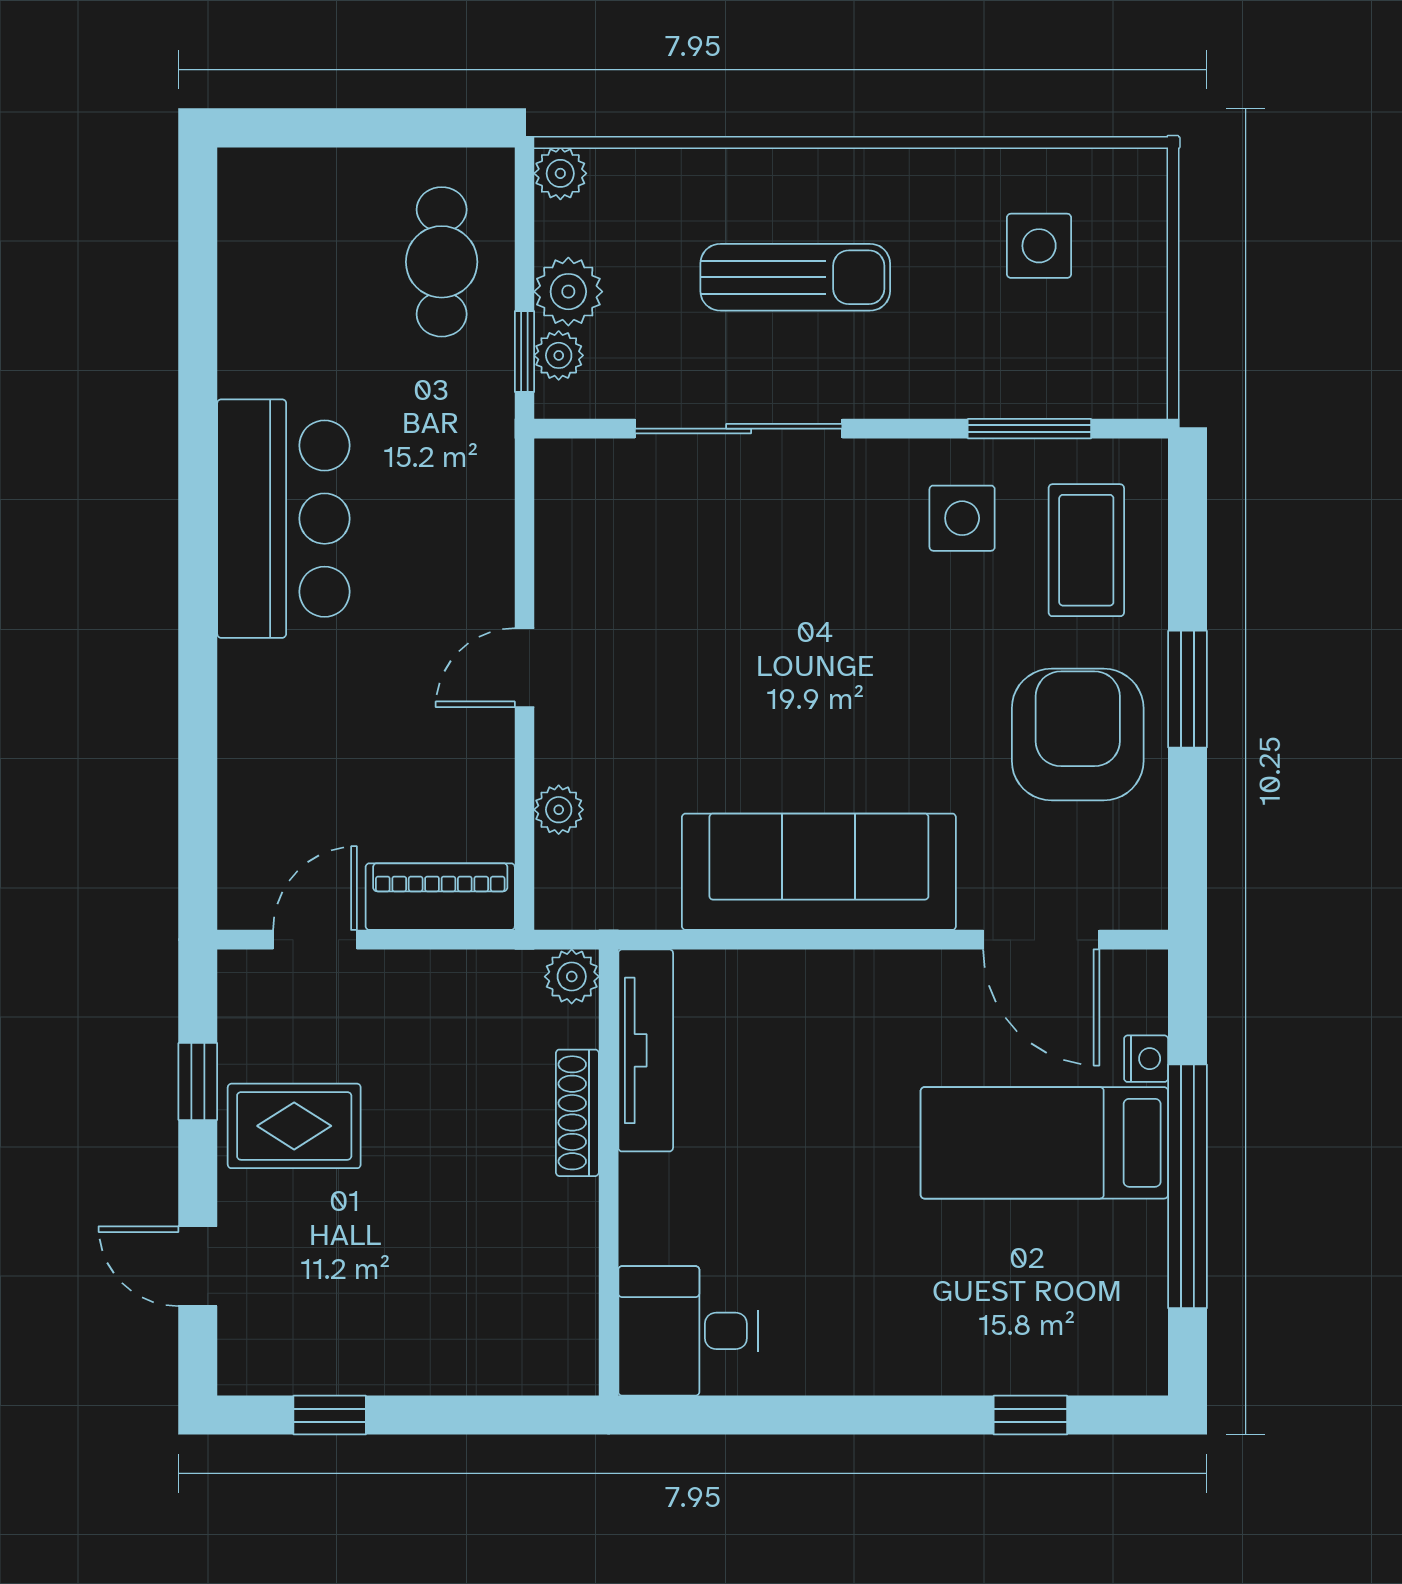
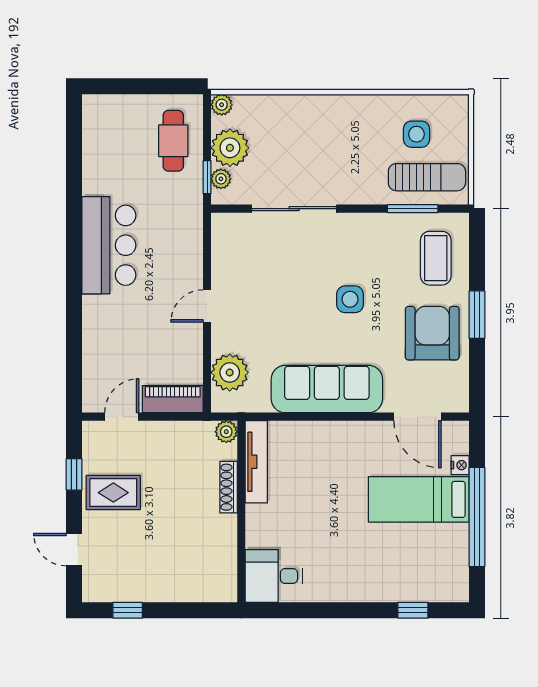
sun lounger: (795, 277) -> (427, 177), moved
plant: (568, 292) -> (230, 148), width x1.36, depth x1.36
side table: (962, 518) -> (350, 299), moved
plant: (559, 810) -> (230, 372), width x1.87, depth x1.87

